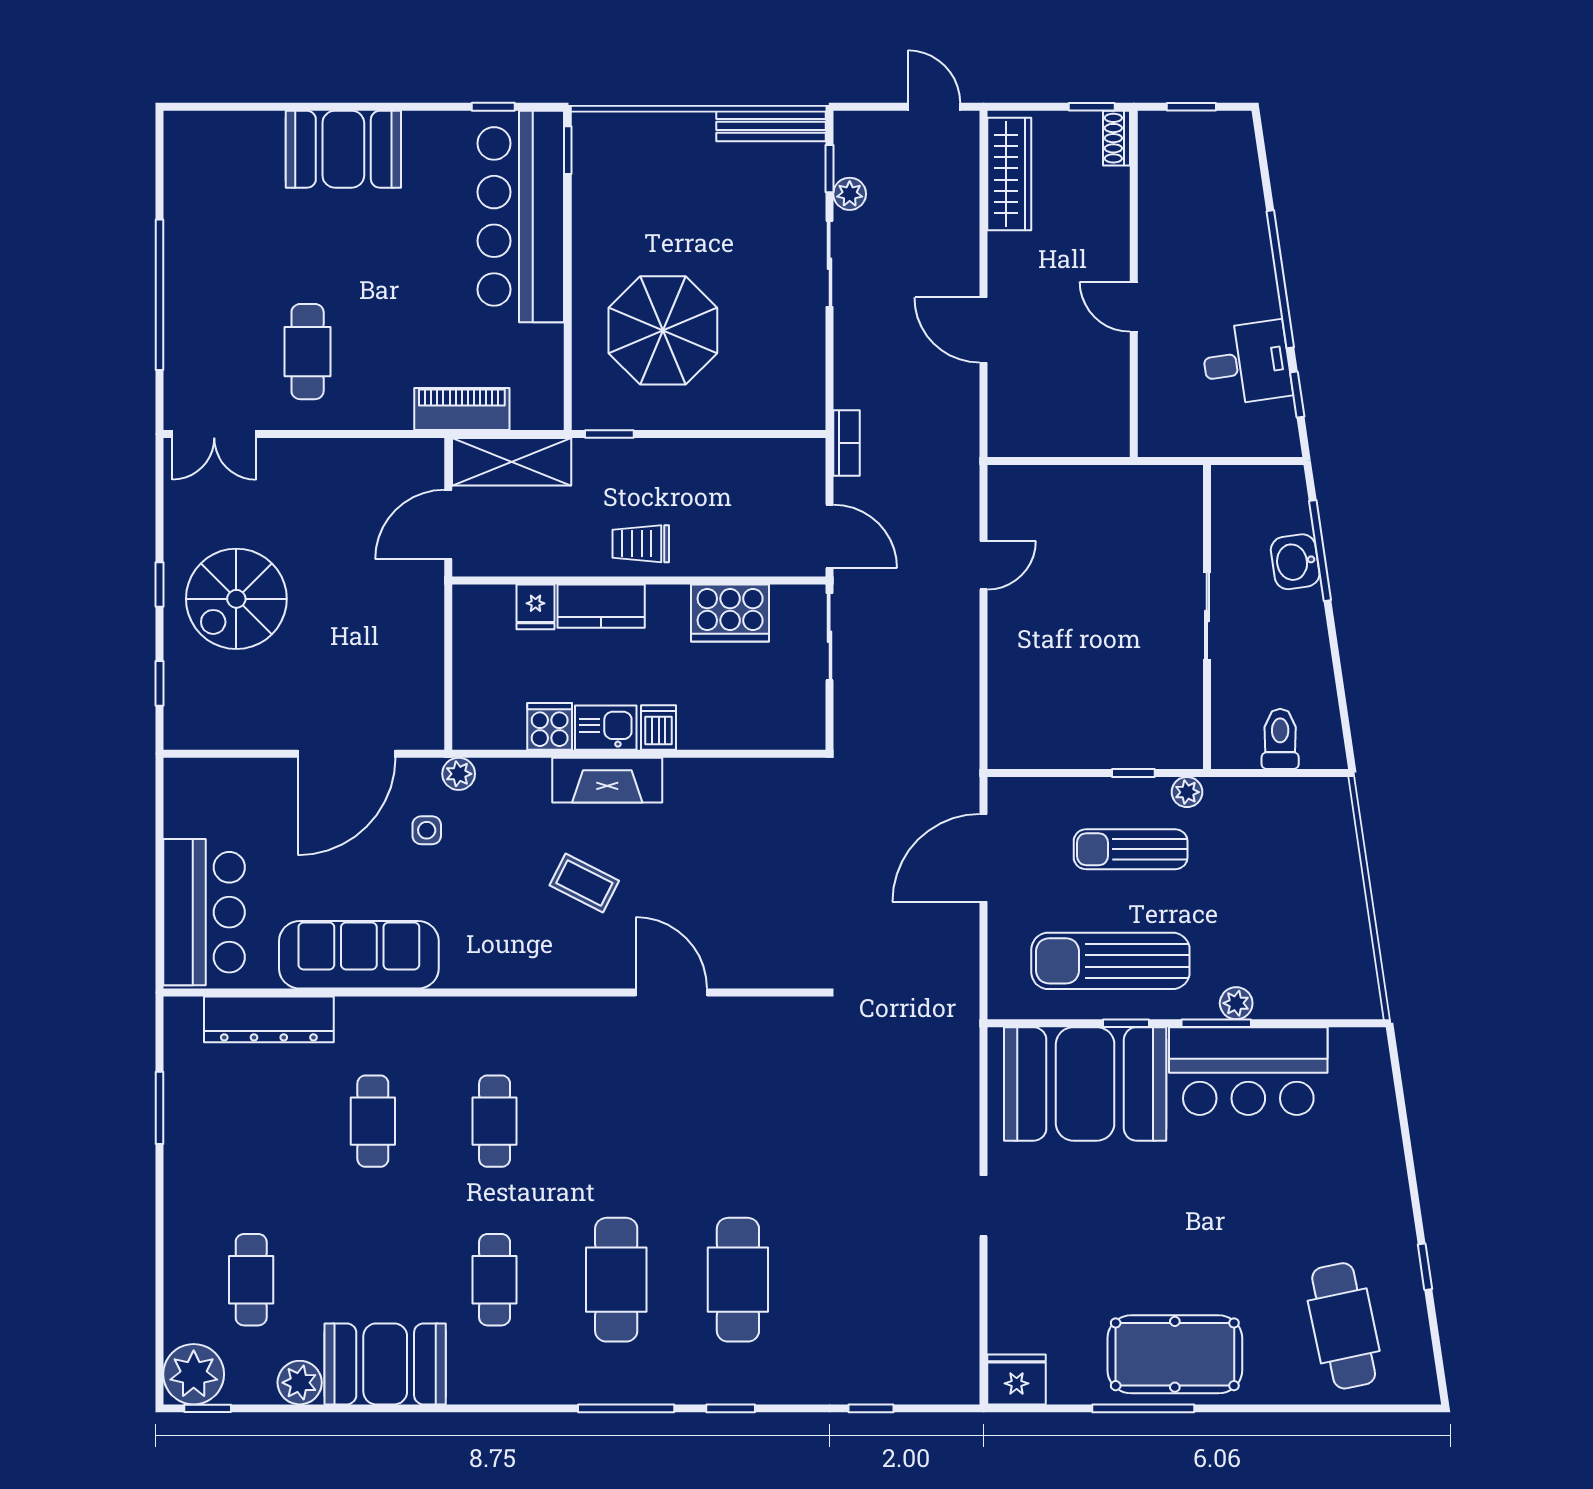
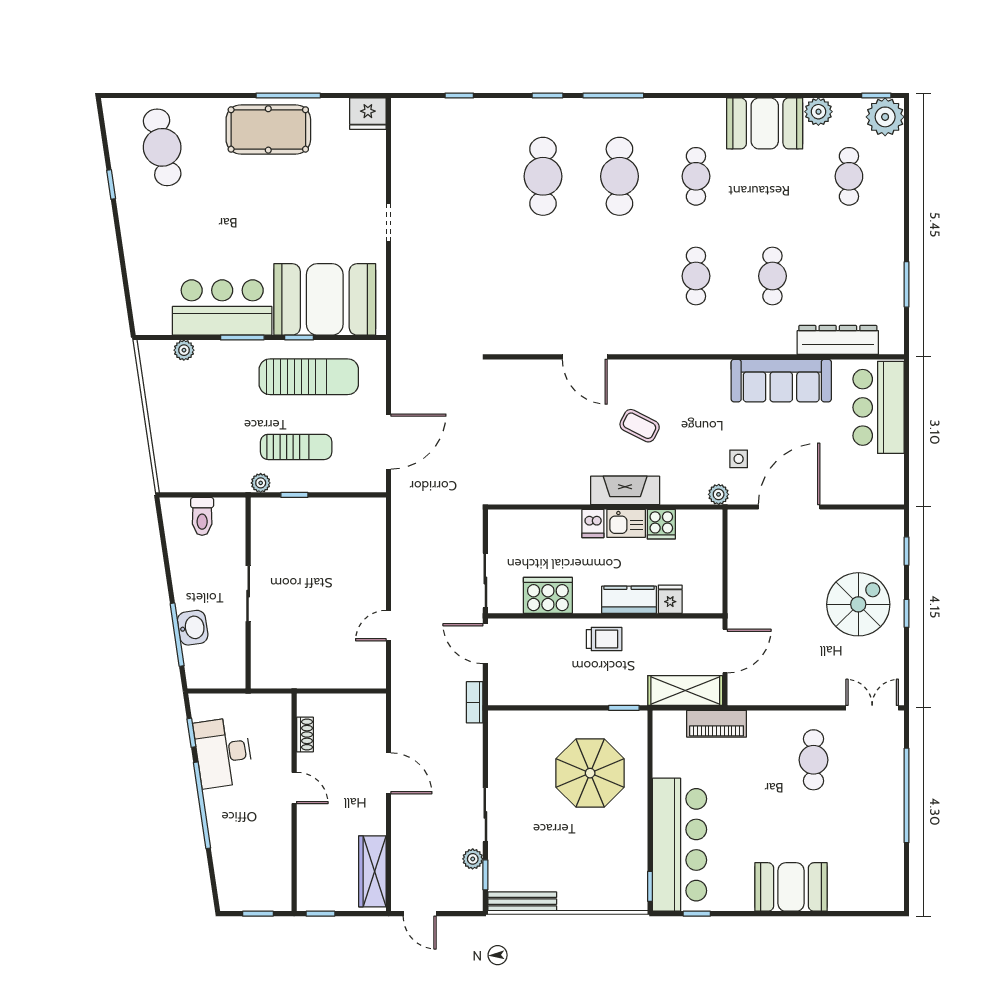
shoe rack: (1117, 138) -> (305, 735), moved
desk: (1246, 363) -> (223, 753), width x1.37
plant: (1236, 1003) -> (184, 350), moved

